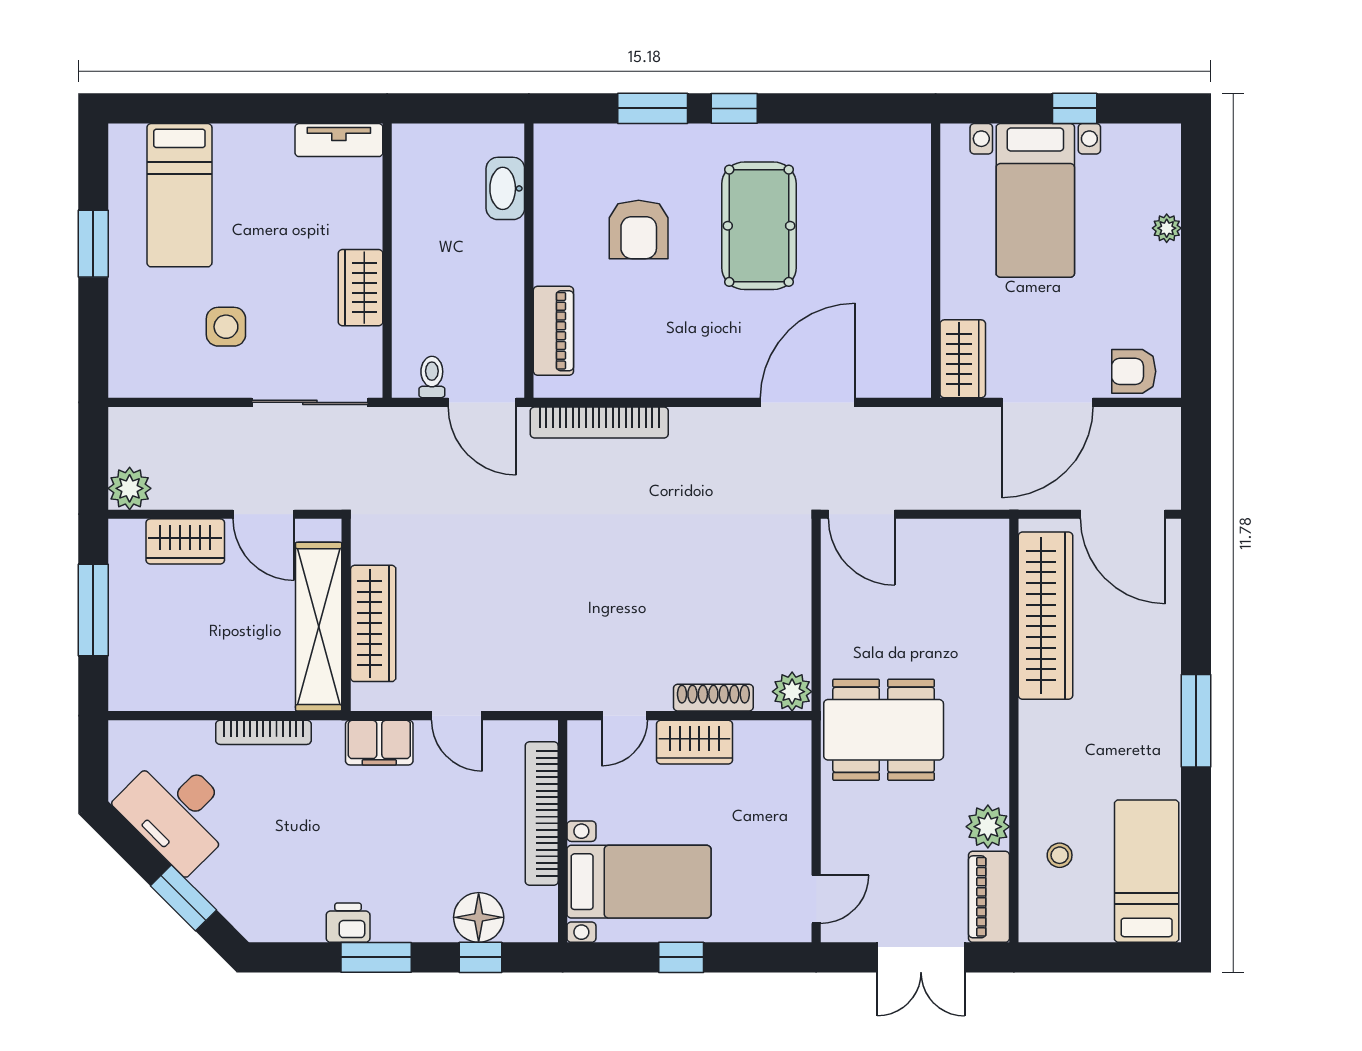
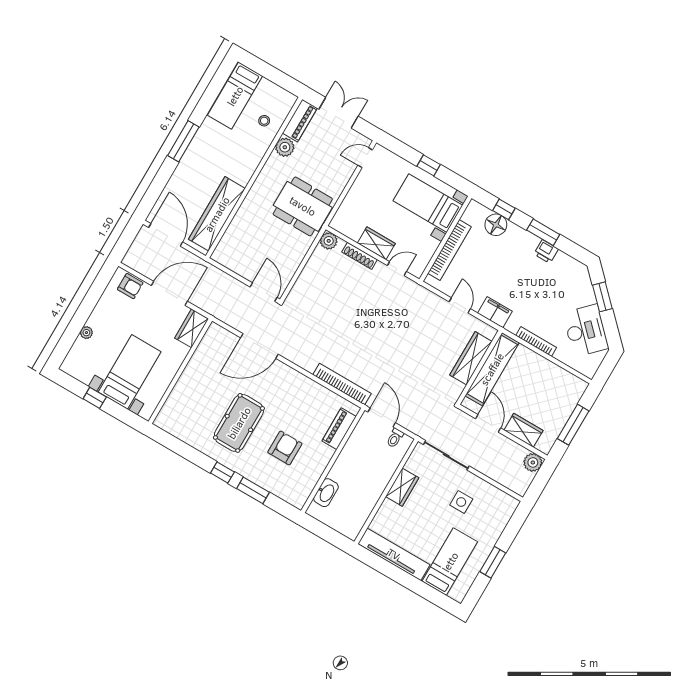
tv unit: (339, 140) -> (394, 554), width x1.92, depth x1.29

